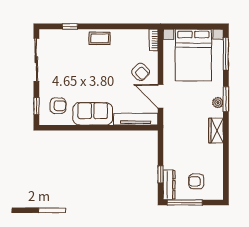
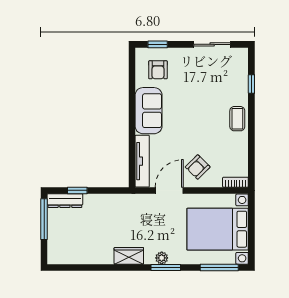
sliding door: (36, 60) -> (212, 44), width x0.73
armchair: (196, 181) -> (69, 233), removed

